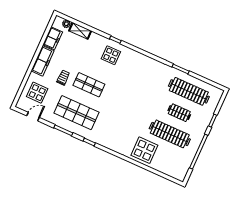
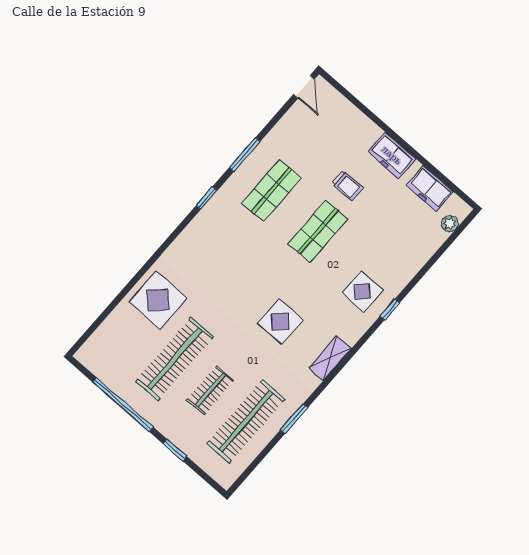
shelving: (80, 31) -> (330, 358), moved
freezer: (43, 61) -> (392, 155), width x0.71
display table: (37, 93) -> (280, 321), moved
shop shelf: (76, 113) -> (271, 191), width x0.70, depth x0.74
door: (33, 117) -> (304, 87), moved

